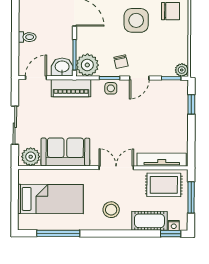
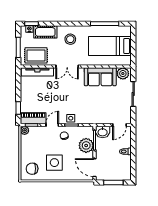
plant: (87, 65) -> (86, 145), moved
piano: (71, 88) -> (33, 118), moved

